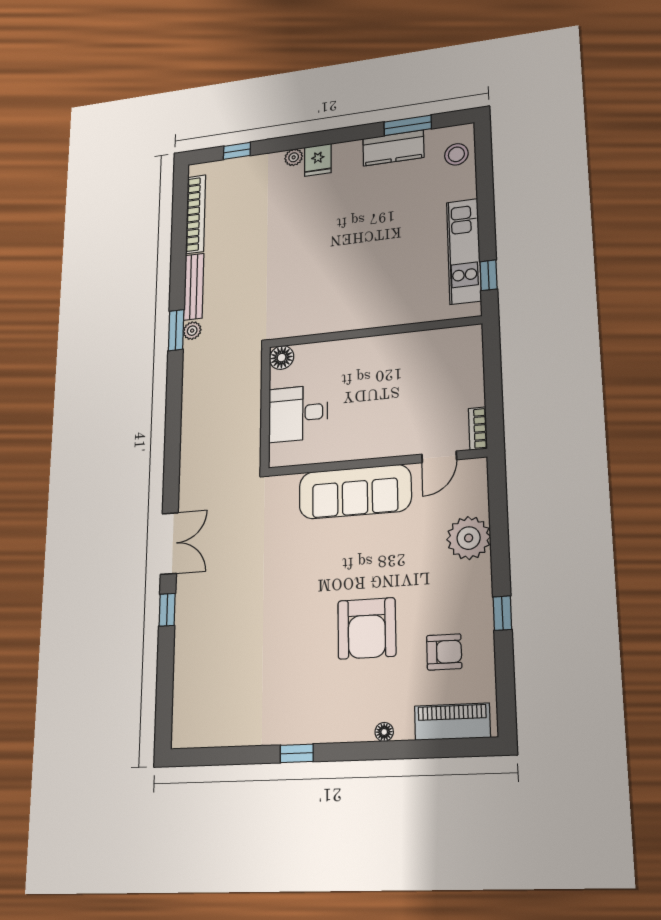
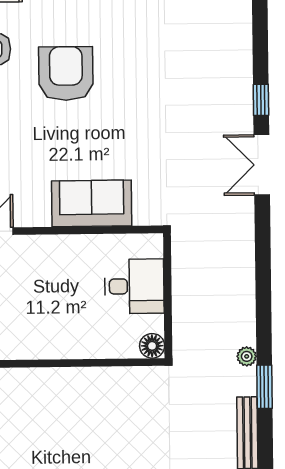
plant: (192, 331) -> (247, 356), moved
sofa: (355, 492) -> (92, 203), width x0.73

